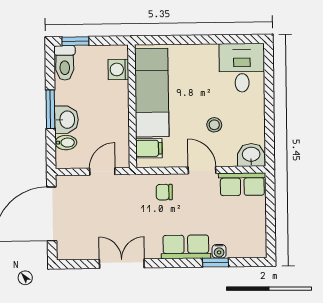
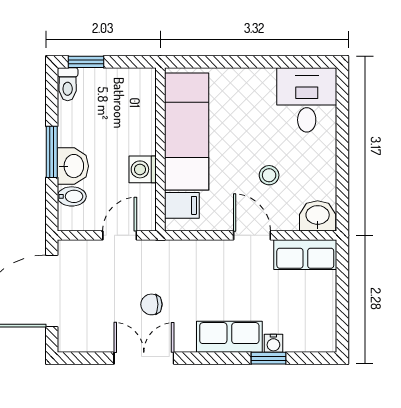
toilet: (65, 63) -> (68, 84), width x0.73, depth x0.72
washing machine: (118, 69) -> (143, 169), moved
chair: (164, 192) -> (151, 304), moved

